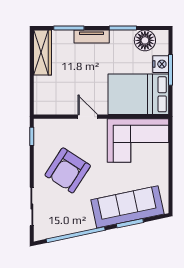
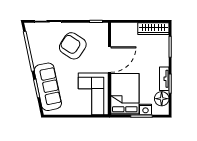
tv unit: (92, 37) -> (164, 79), moved
door: (88, 117) -> (110, 60), width x1.88

